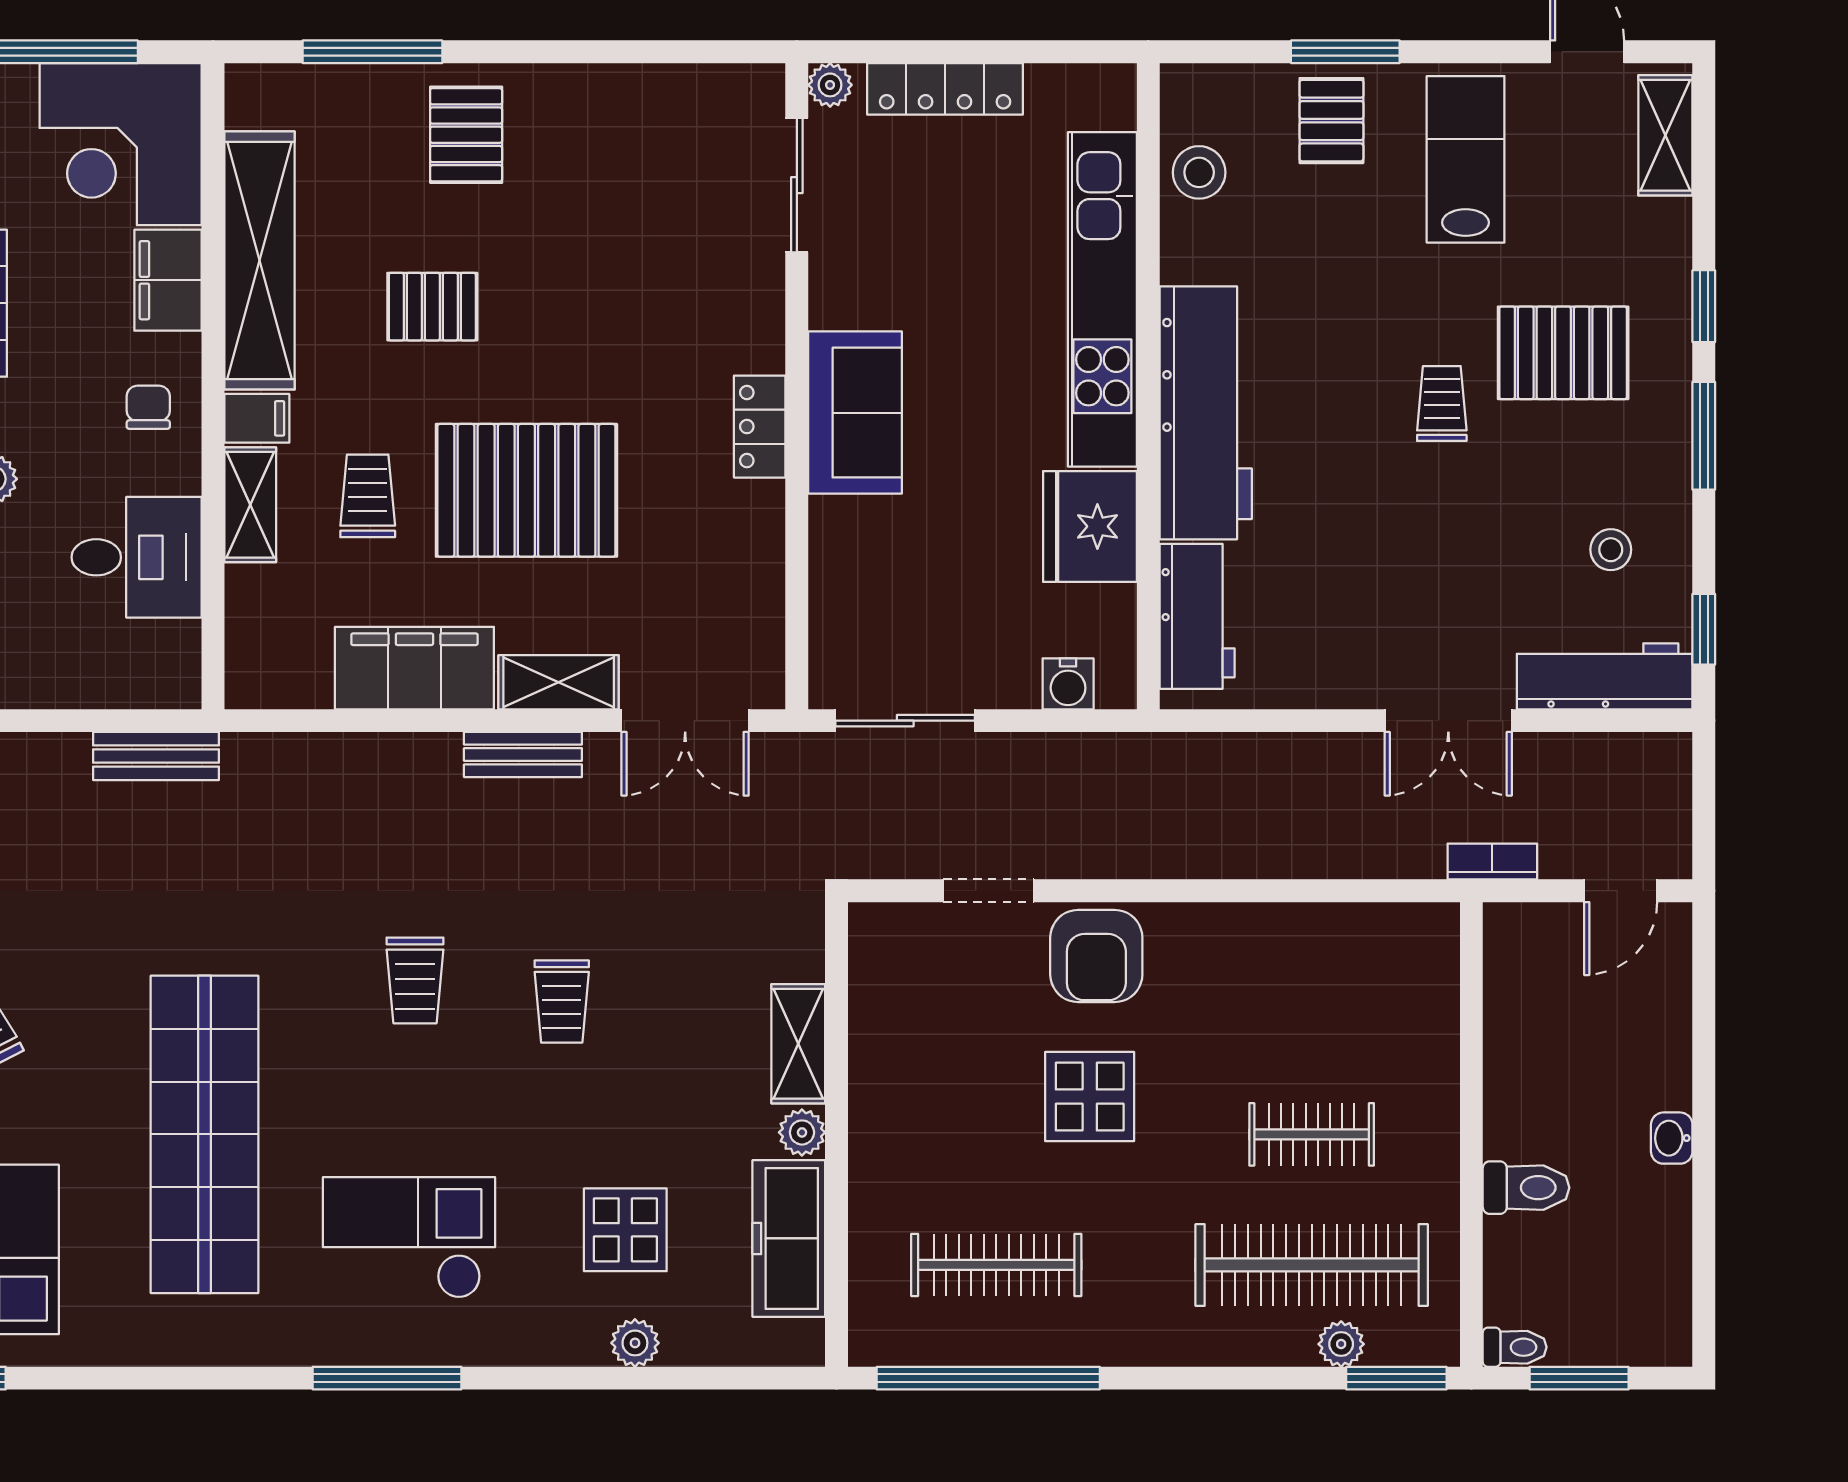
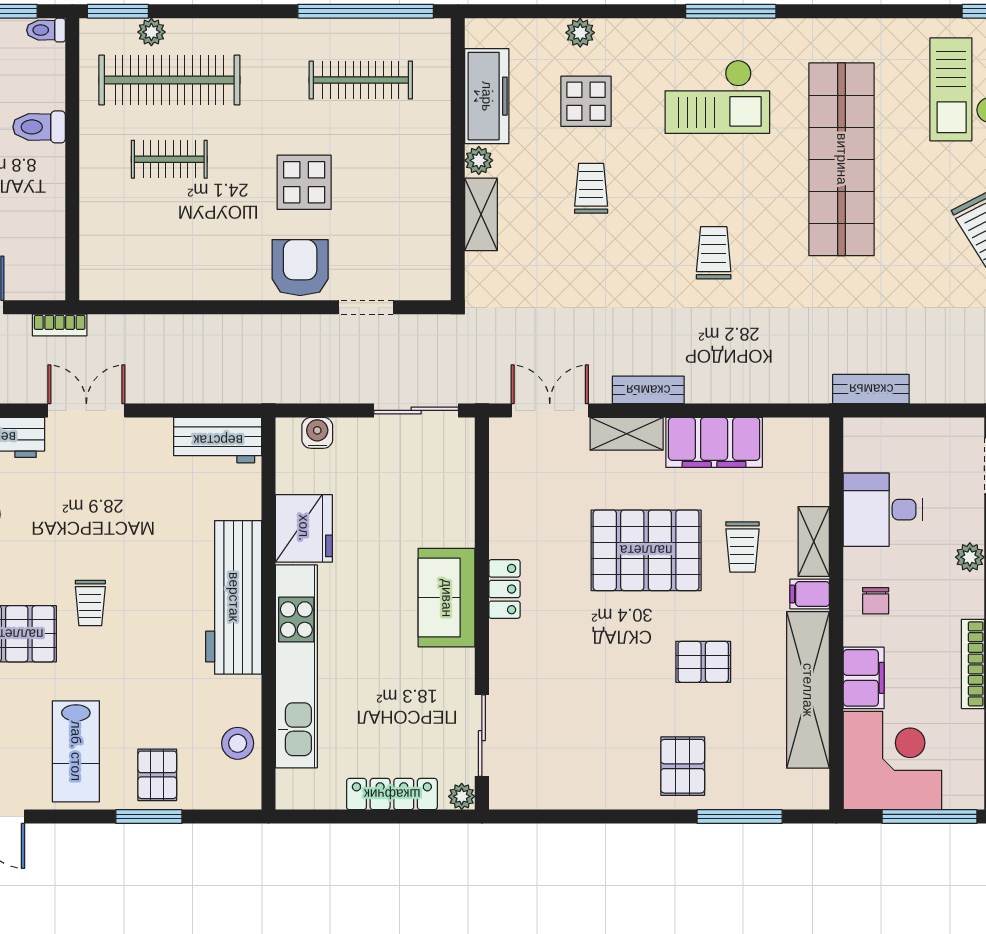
workbench: (1197, 616) -> (218, 440), moved, turned -90
trolley: (562, 1002) -> (591, 188), moved

